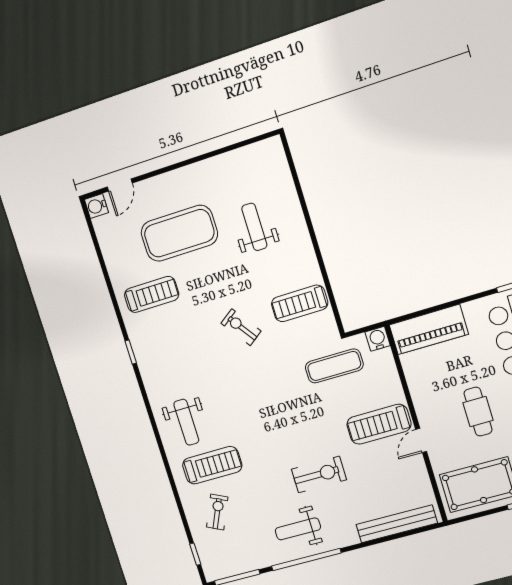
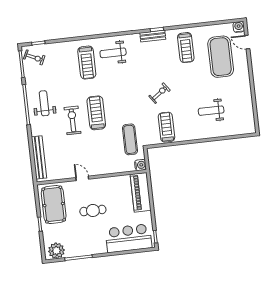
weight bench: (254, 227) -> (211, 111), turned 180
exercise mat: (179, 233) -> (221, 57), moved
bench: (143, 357) -> (153, 36), added
treadmill: (379, 424) -> (96, 113), moved
exercise bike: (319, 475) -> (72, 120), turned 180
exercise bike: (217, 512) -> (34, 57), moved

